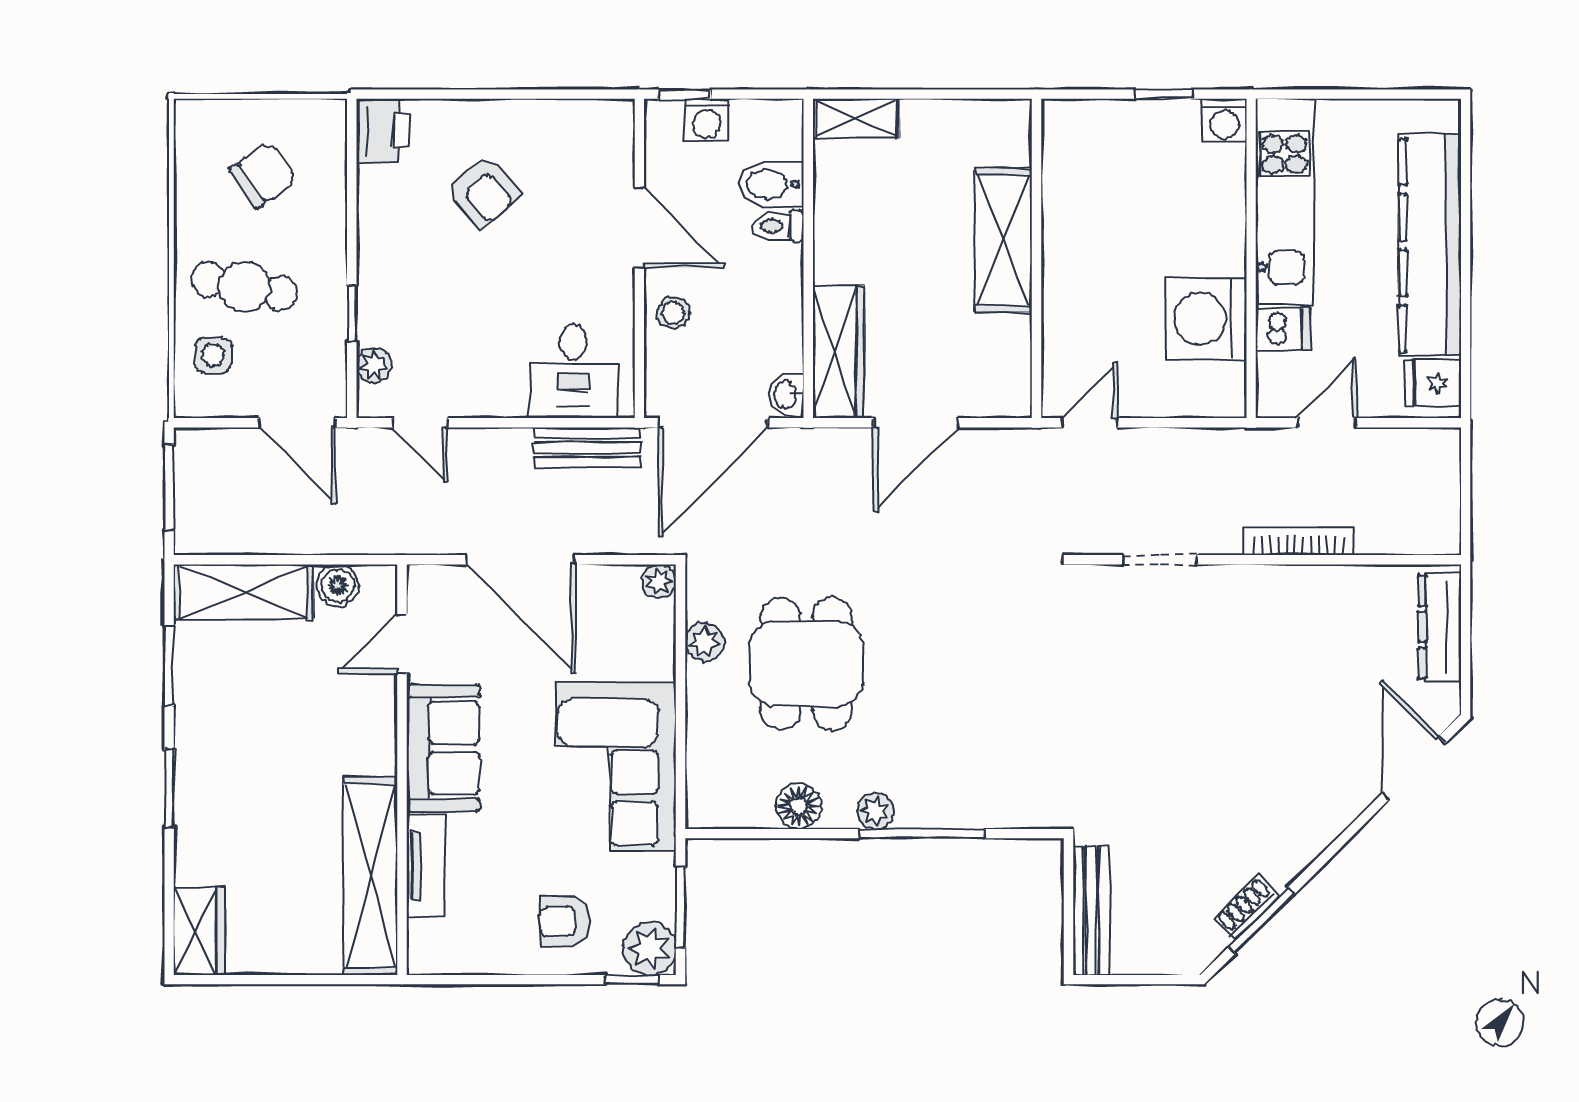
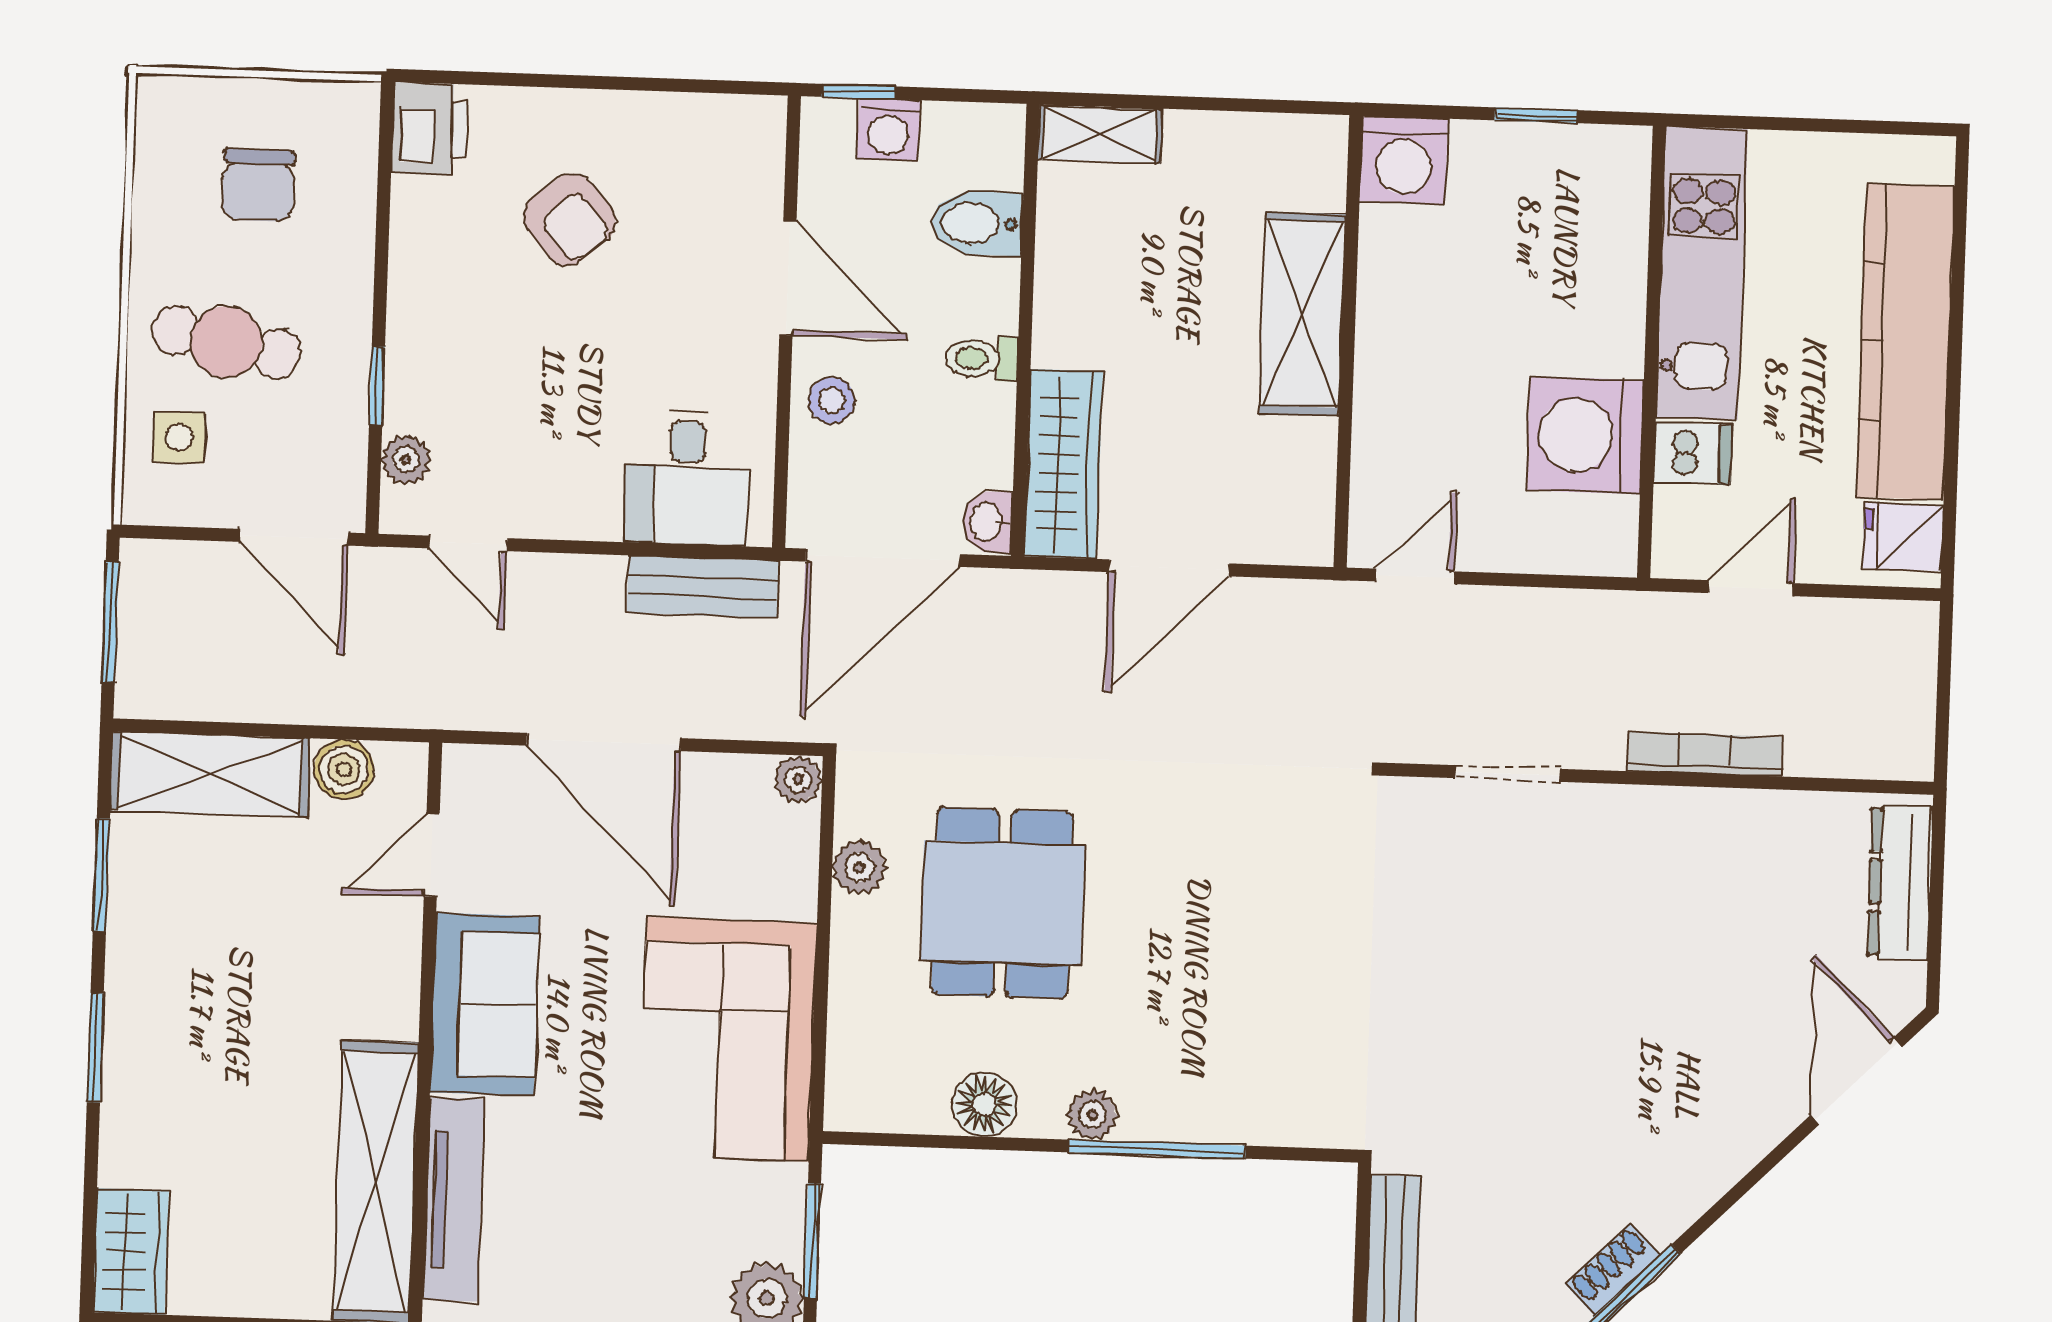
washing machine: (1225, 121) -> (1404, 160), moved, width x1.38, depth x1.38
chair: (263, 175) -> (258, 185), turned 125
toilet: (778, 226) -> (982, 358), moved
tv unit: (426, 866) -> (454, 1200), width x1.41
armchair: (564, 922) -> (648, 1256), removed

